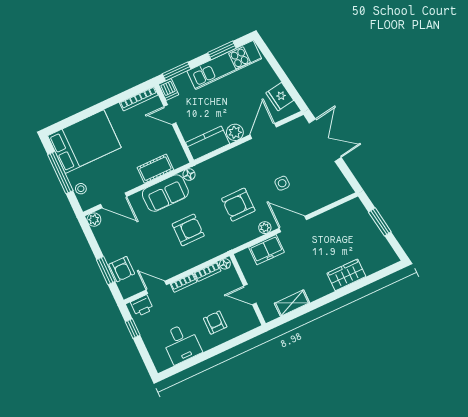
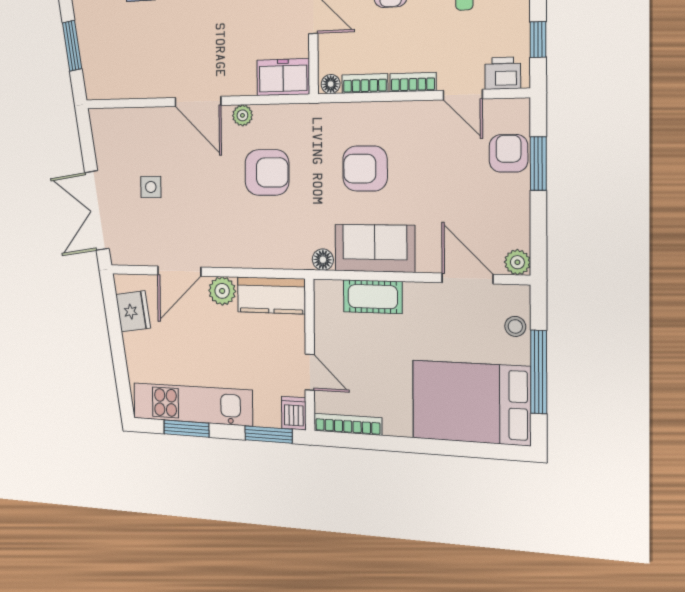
side table: (282, 183) -> (151, 187), moved
freezer: (267, 250) -> (283, 77), moved

